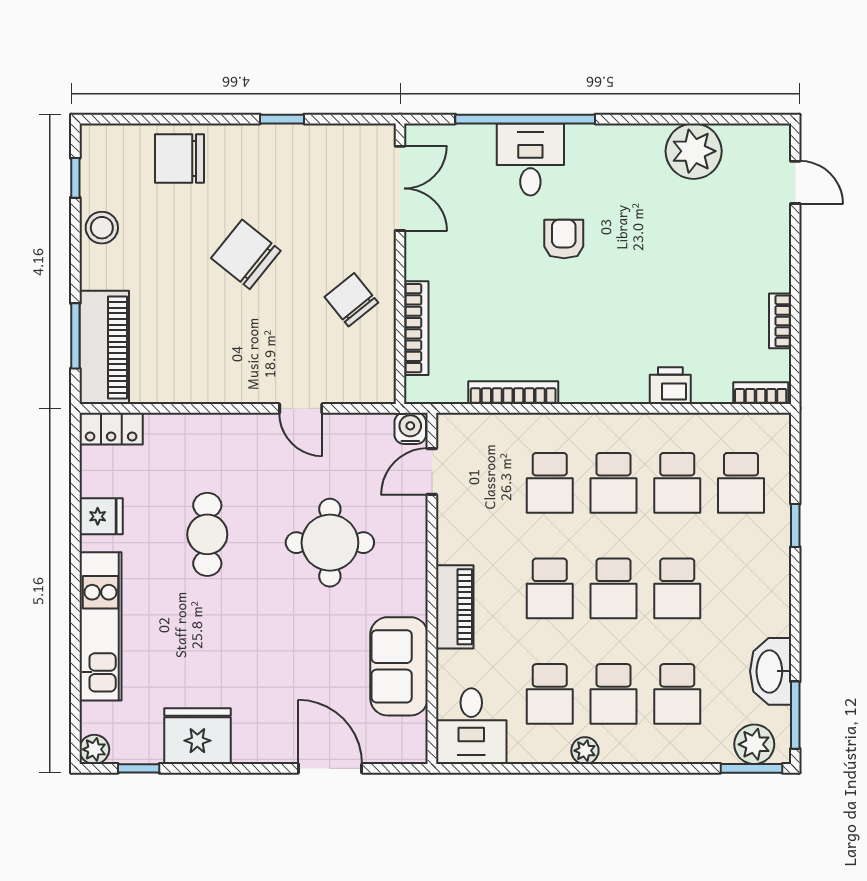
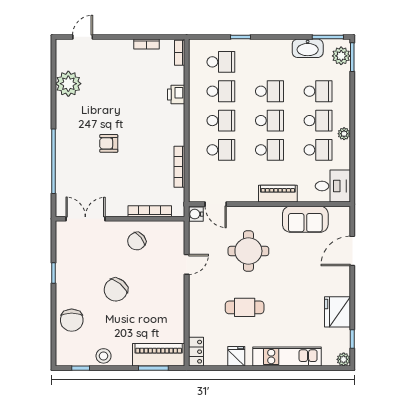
desk: (530, 159) -> (72, 159), removed

